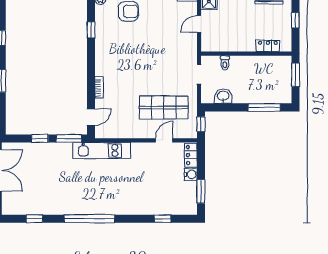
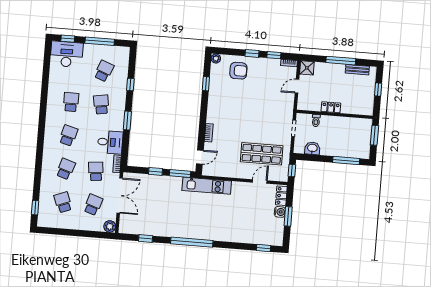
locker: (268, 46) -> (331, 107), moved
window: (201, 191) -> (288, 216), moved
window: (163, 219) -> (263, 248), moved

